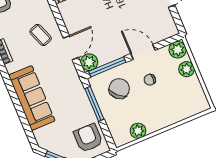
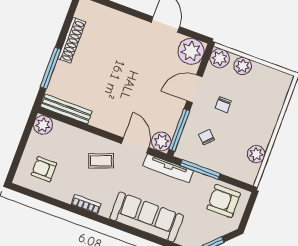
plant: (165, 27) -> (191, 51), added
tv unit: (76, 83) -> (168, 168), added
chair: (119, 89) -> (207, 137), width x0.54, depth x0.54

